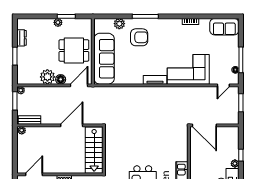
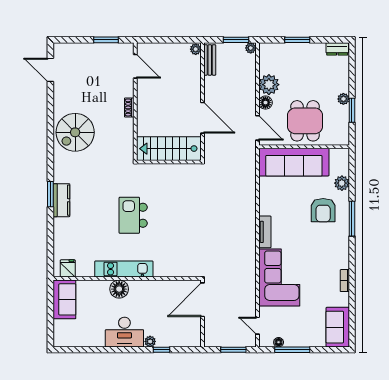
dresser: (21, 38) -> (337, 49), moved

